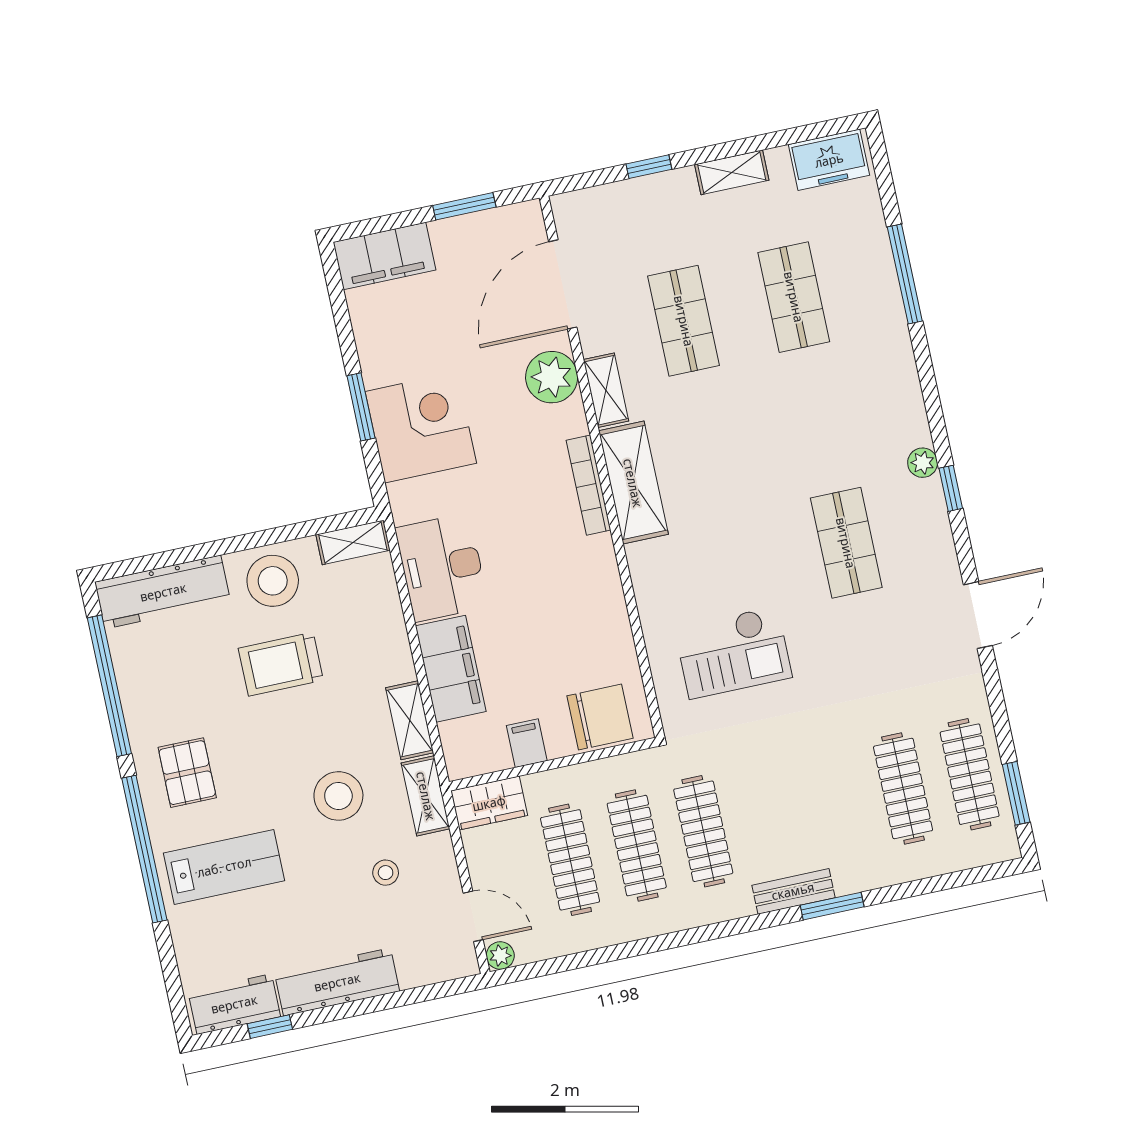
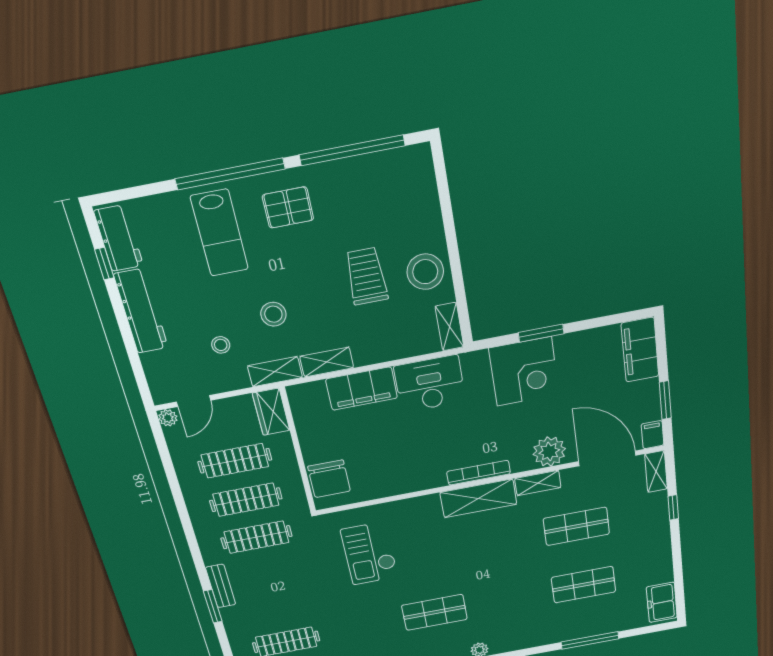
shelving: (732, 172) -> (656, 472), moved
workbench: (163, 592) -> (420, 192), removed
filing cabinet: (527, 743) -> (653, 435), moved, turned -90
stool: (338, 796) -> (273, 314), width x0.73, depth x0.73

